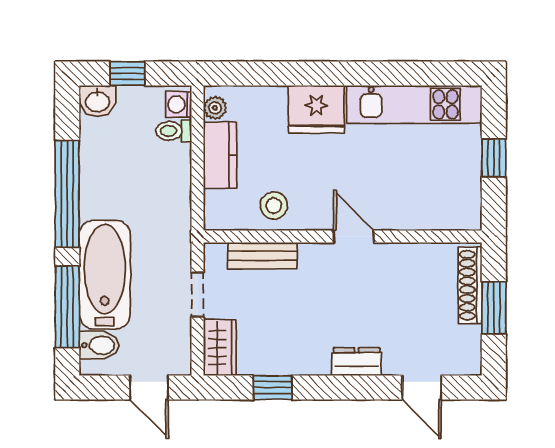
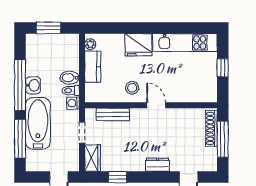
window: (127, 74) -> (49, 28), width x1.50
washbasin: (97, 101) -> (33, 85), moved, turned -90
washing machine: (179, 104) -> (73, 103), moved
toilet: (174, 131) -> (71, 91), moved
stool: (274, 206) -> (132, 88), moved
window: (494, 308) -> (223, 139), width x1.44
bidet: (99, 345) -> (70, 78), moved, turned 180

